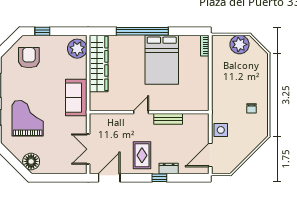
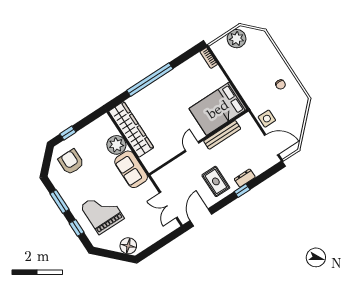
plant: (77, 49) -> (116, 145), moved
bed: (162, 60) -> (218, 109), moved, turned 90
bench: (168, 119) -> (222, 135), width x1.36
door: (210, 155) -> (272, 145), swing flipped

